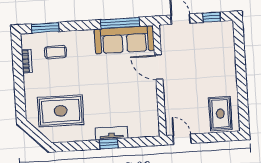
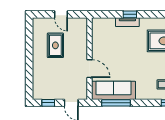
rug: (220, 114) -> (55, 45), moved
door: (182, 139) -> (61, 14), moved

